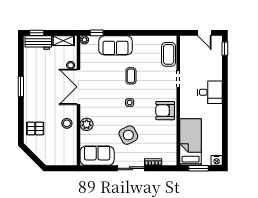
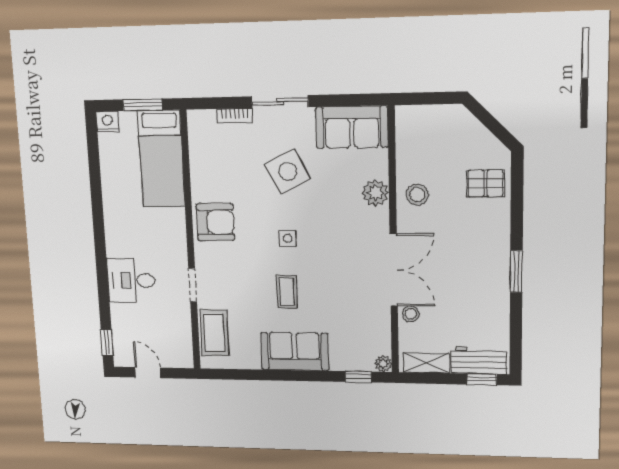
sofa: (115, 45) -> (295, 352), moved
desk: (210, 92) -> (131, 280), moved

